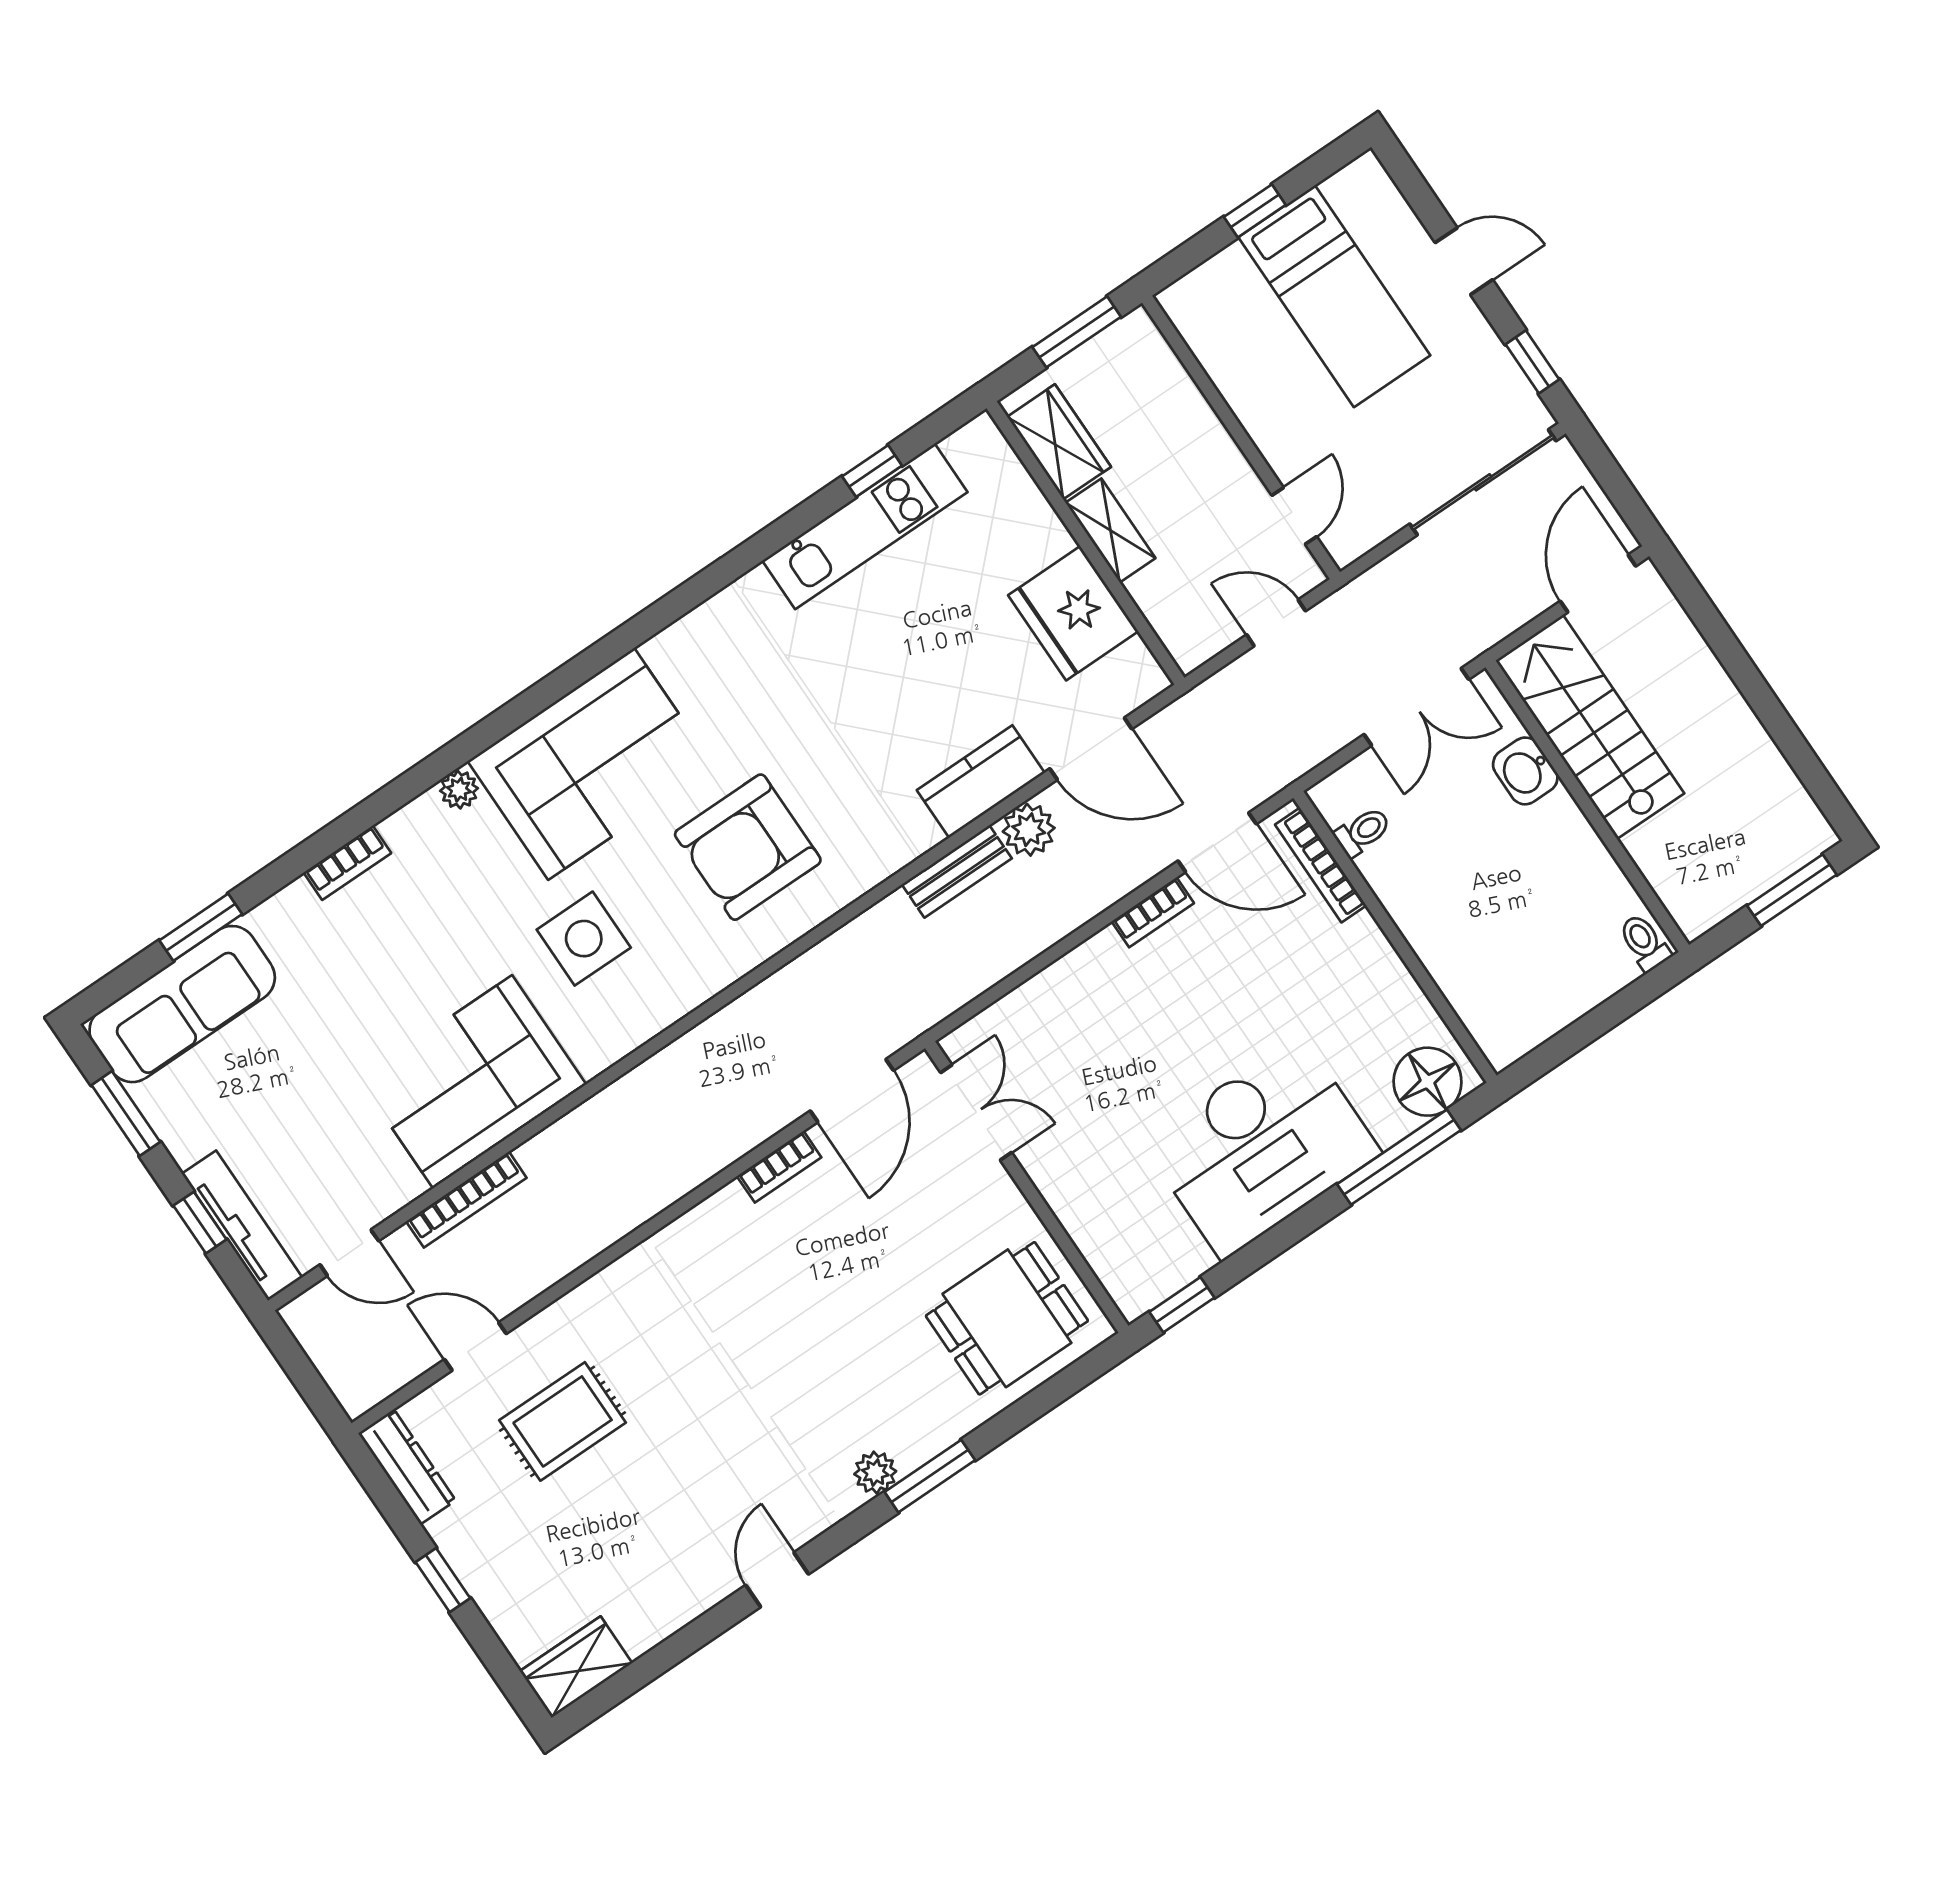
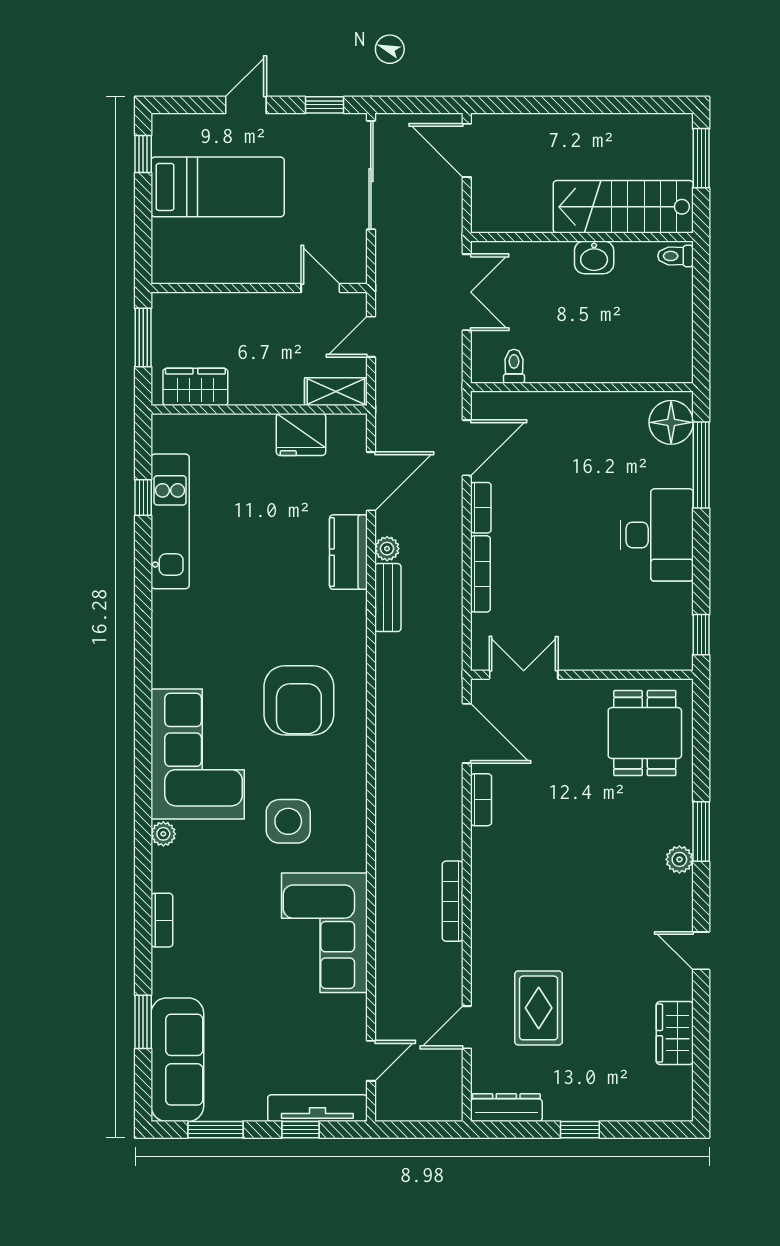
window: (1255, 211) -> (143, 154), moved
shelving: (1110, 530) -> (336, 392), moved
fridge: (1073, 613) -> (301, 434), width x0.73, depth x0.75
stairs: (1590, 727) -> (623, 207), moved
washbasin: (1525, 771) -> (594, 257), moved
plant: (1029, 830) -> (387, 549), width x0.73, depth x0.73
bookcase: (1321, 865) -> (480, 574), moved, turned -90
desk: (1261, 1147) -> (657, 535), width x0.73, depth x0.77
bookcase: (466, 1200) -> (453, 901), moved, turned 180
wardrobe: (576, 1667) -> (675, 1033), moved

